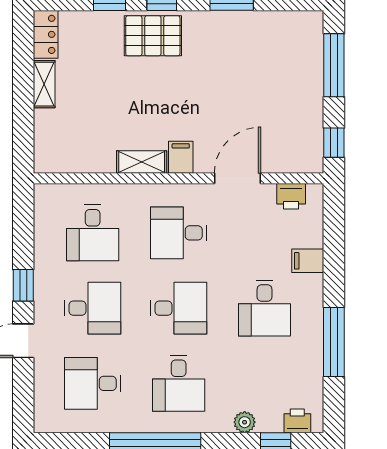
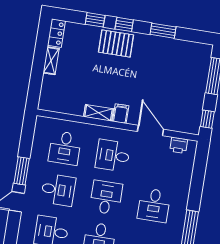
door: (238, 178) -> (151, 130), hinge flipped
filing cabinet: (308, 261) -> (182, 183), removed
window: (23, 285) -> (22, 171), width x1.50
desk: (179, 308) -> (106, 198), turned -90

